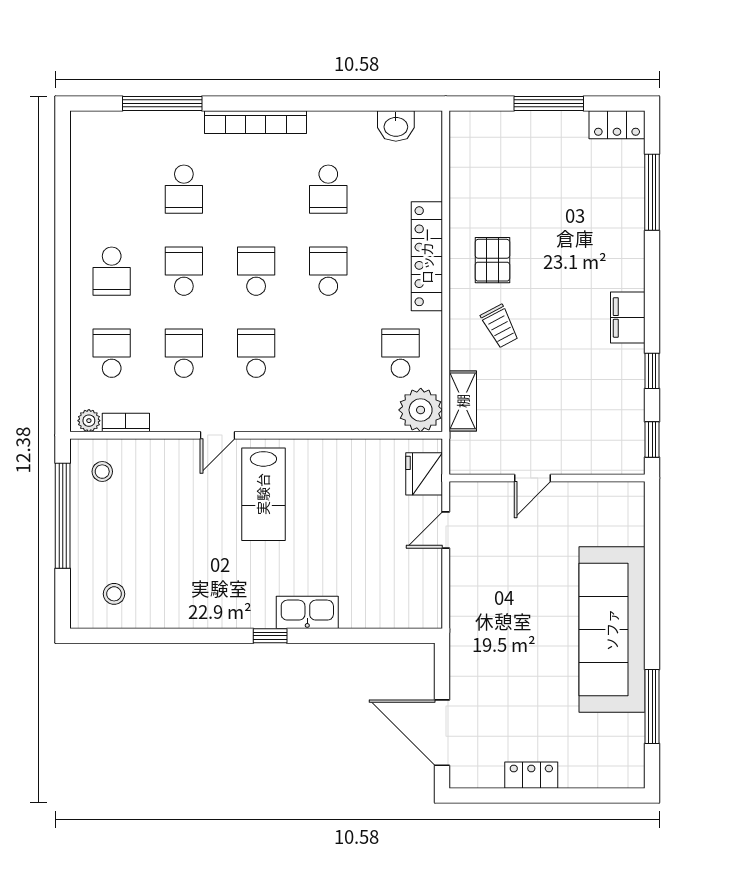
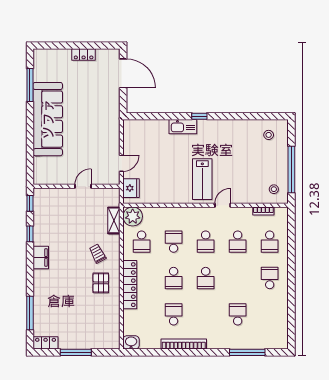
bookcase: (256, 122) -> (184, 344), moved
washbasin: (396, 126) -> (131, 342), moved
school desk: (184, 271) -> (174, 242), moved, turned 180
plant: (89, 421) -> (280, 212), removed
lab bench: (263, 494) -> (202, 179), turned 180

